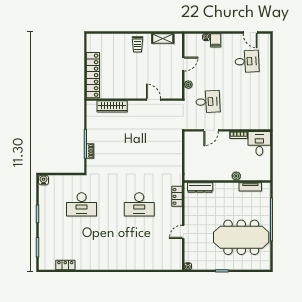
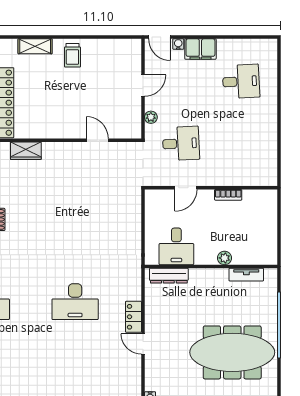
door: (250, 33) -> (159, 37), moved
shelving: (163, 39) -> (35, 46), moved
filing cabinet: (216, 40) -> (200, 49), width x2.00
wardrobe: (112, 106) -> (26, 151), width x0.67
desk: (259, 143) -> (176, 246), moved, turned 180
locker: (177, 196) -> (133, 317), moved
door: (183, 232) -> (143, 344), hinge flipped

